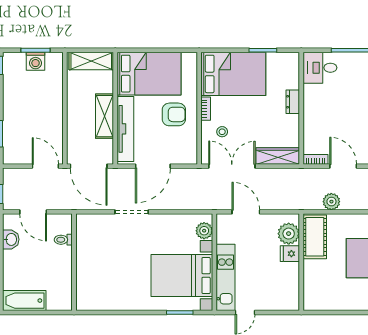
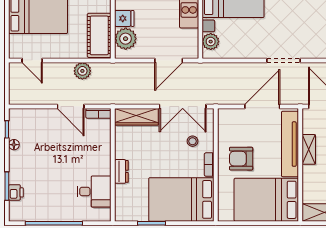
desk: (320, 68) -> (94, 192), moved
shelving: (104, 116) -> (309, 149), width x0.67, depth x0.75
door: (246, 212) -> (169, 60), hinge flipped

